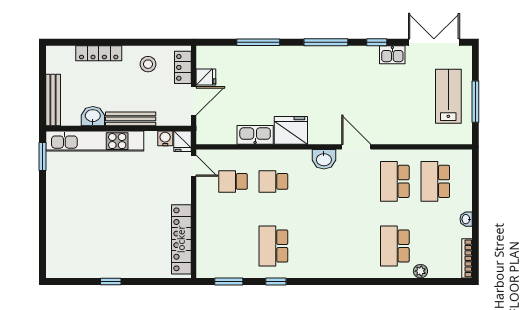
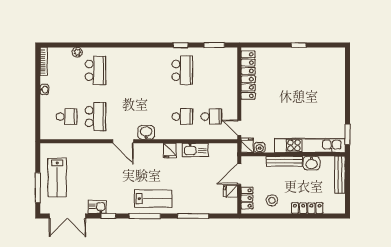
lab bench: (314, 67) -> (153, 199), added
window: (475, 102) -> (38, 188), moved
fridge: (291, 130) -> (170, 150), width x0.53, depth x0.75
school desk: (435, 181) -> (66, 117), width x0.54

